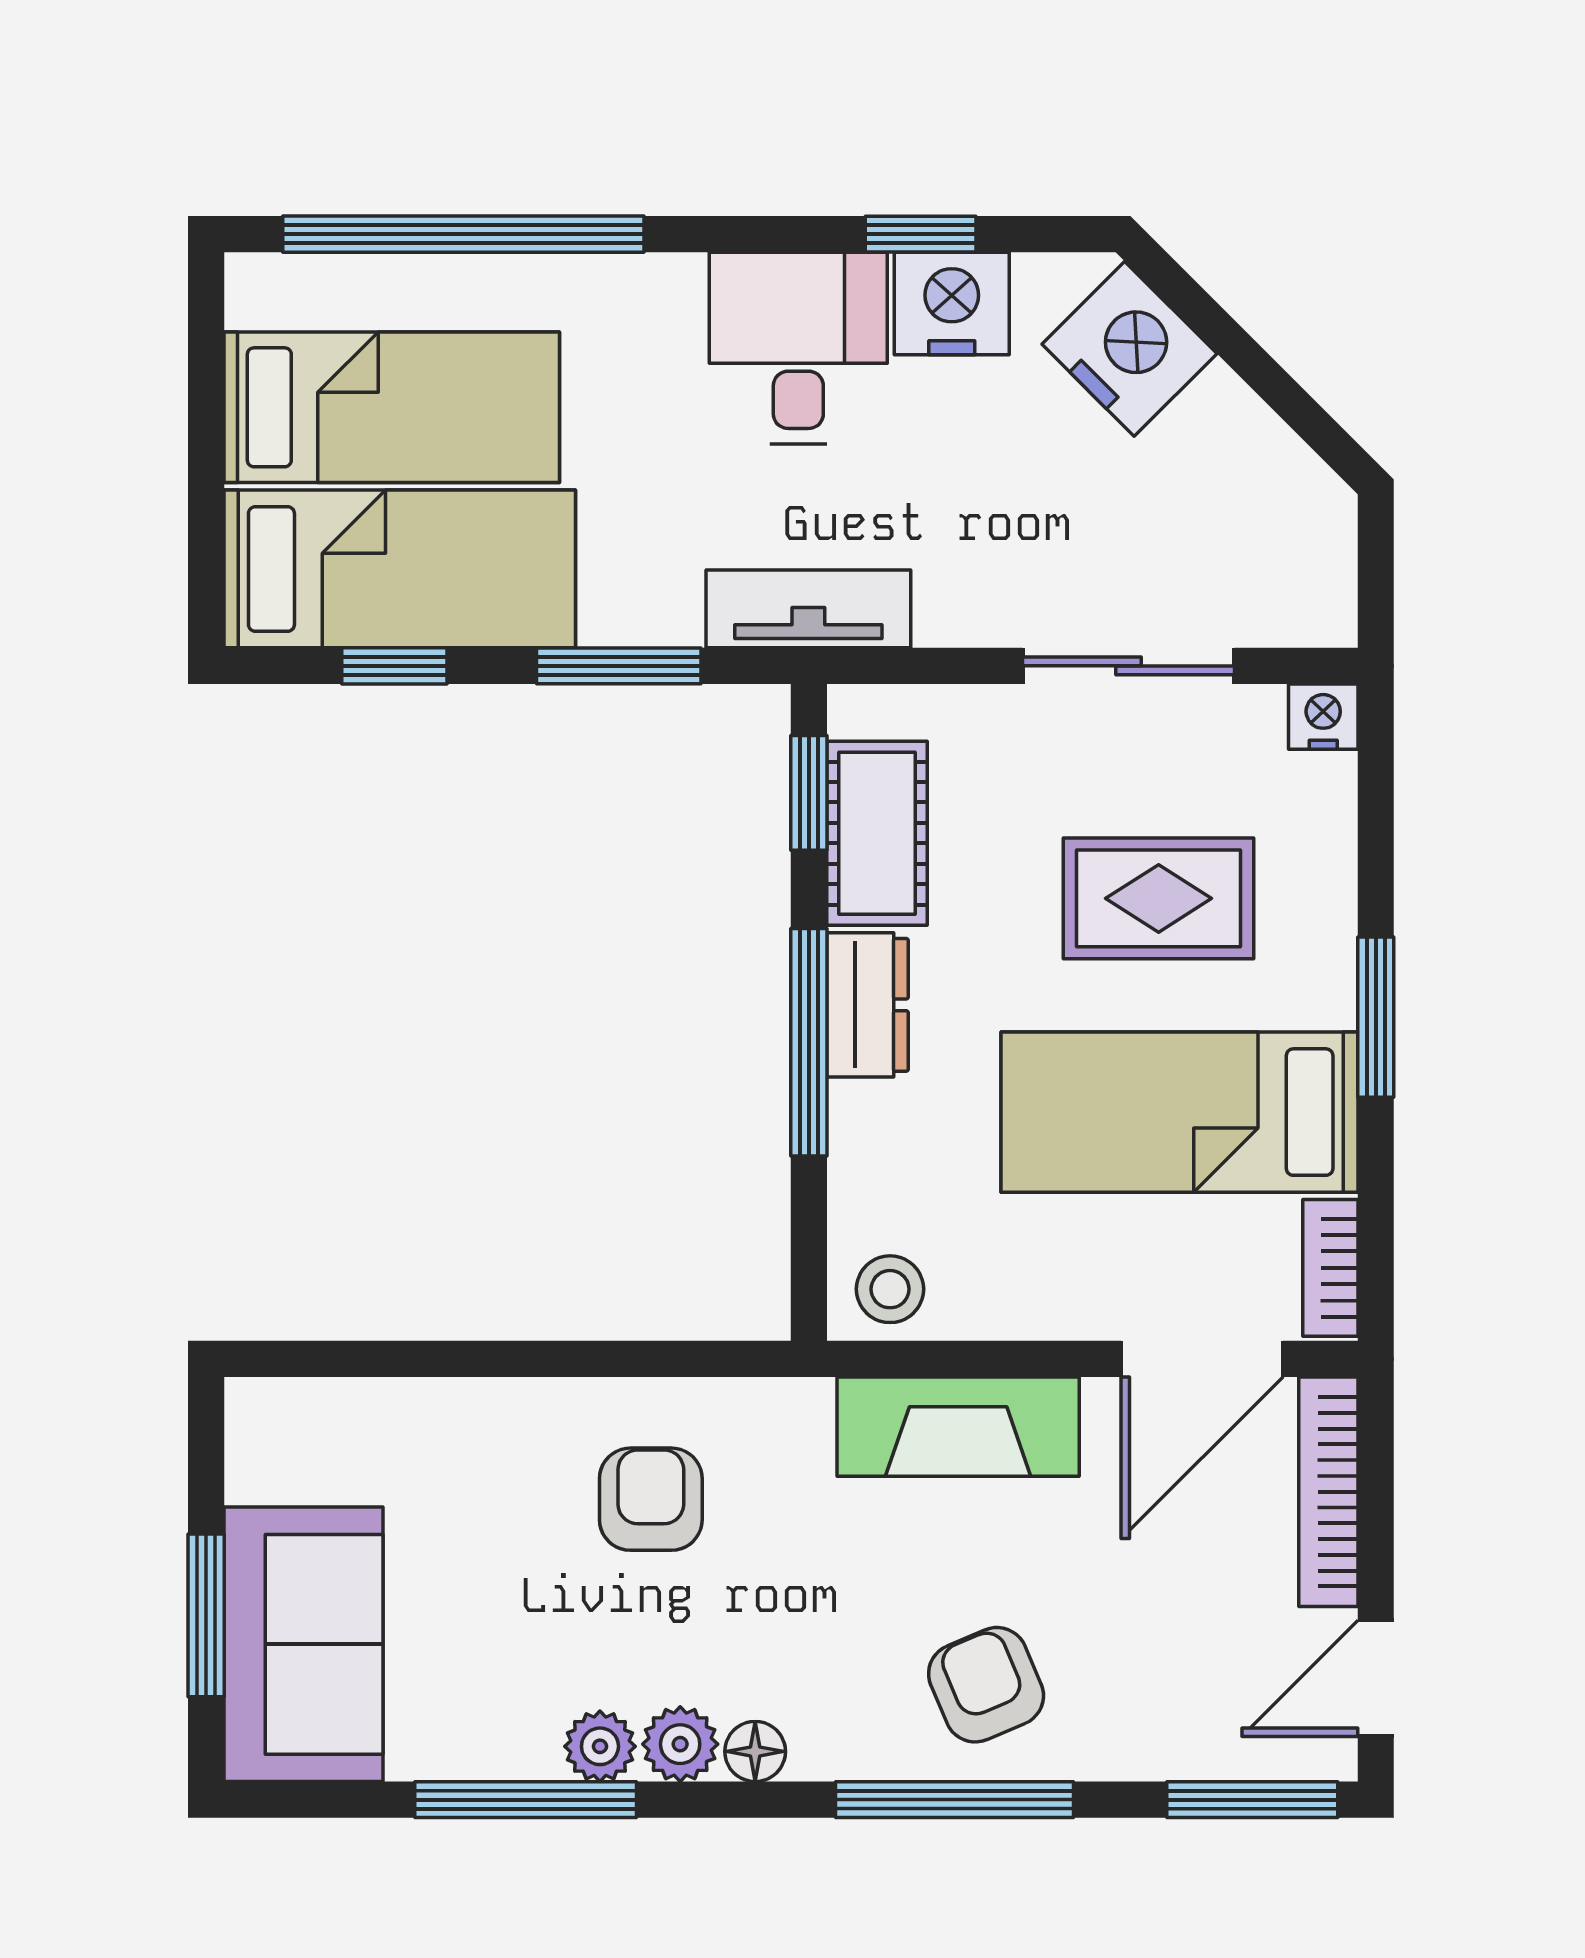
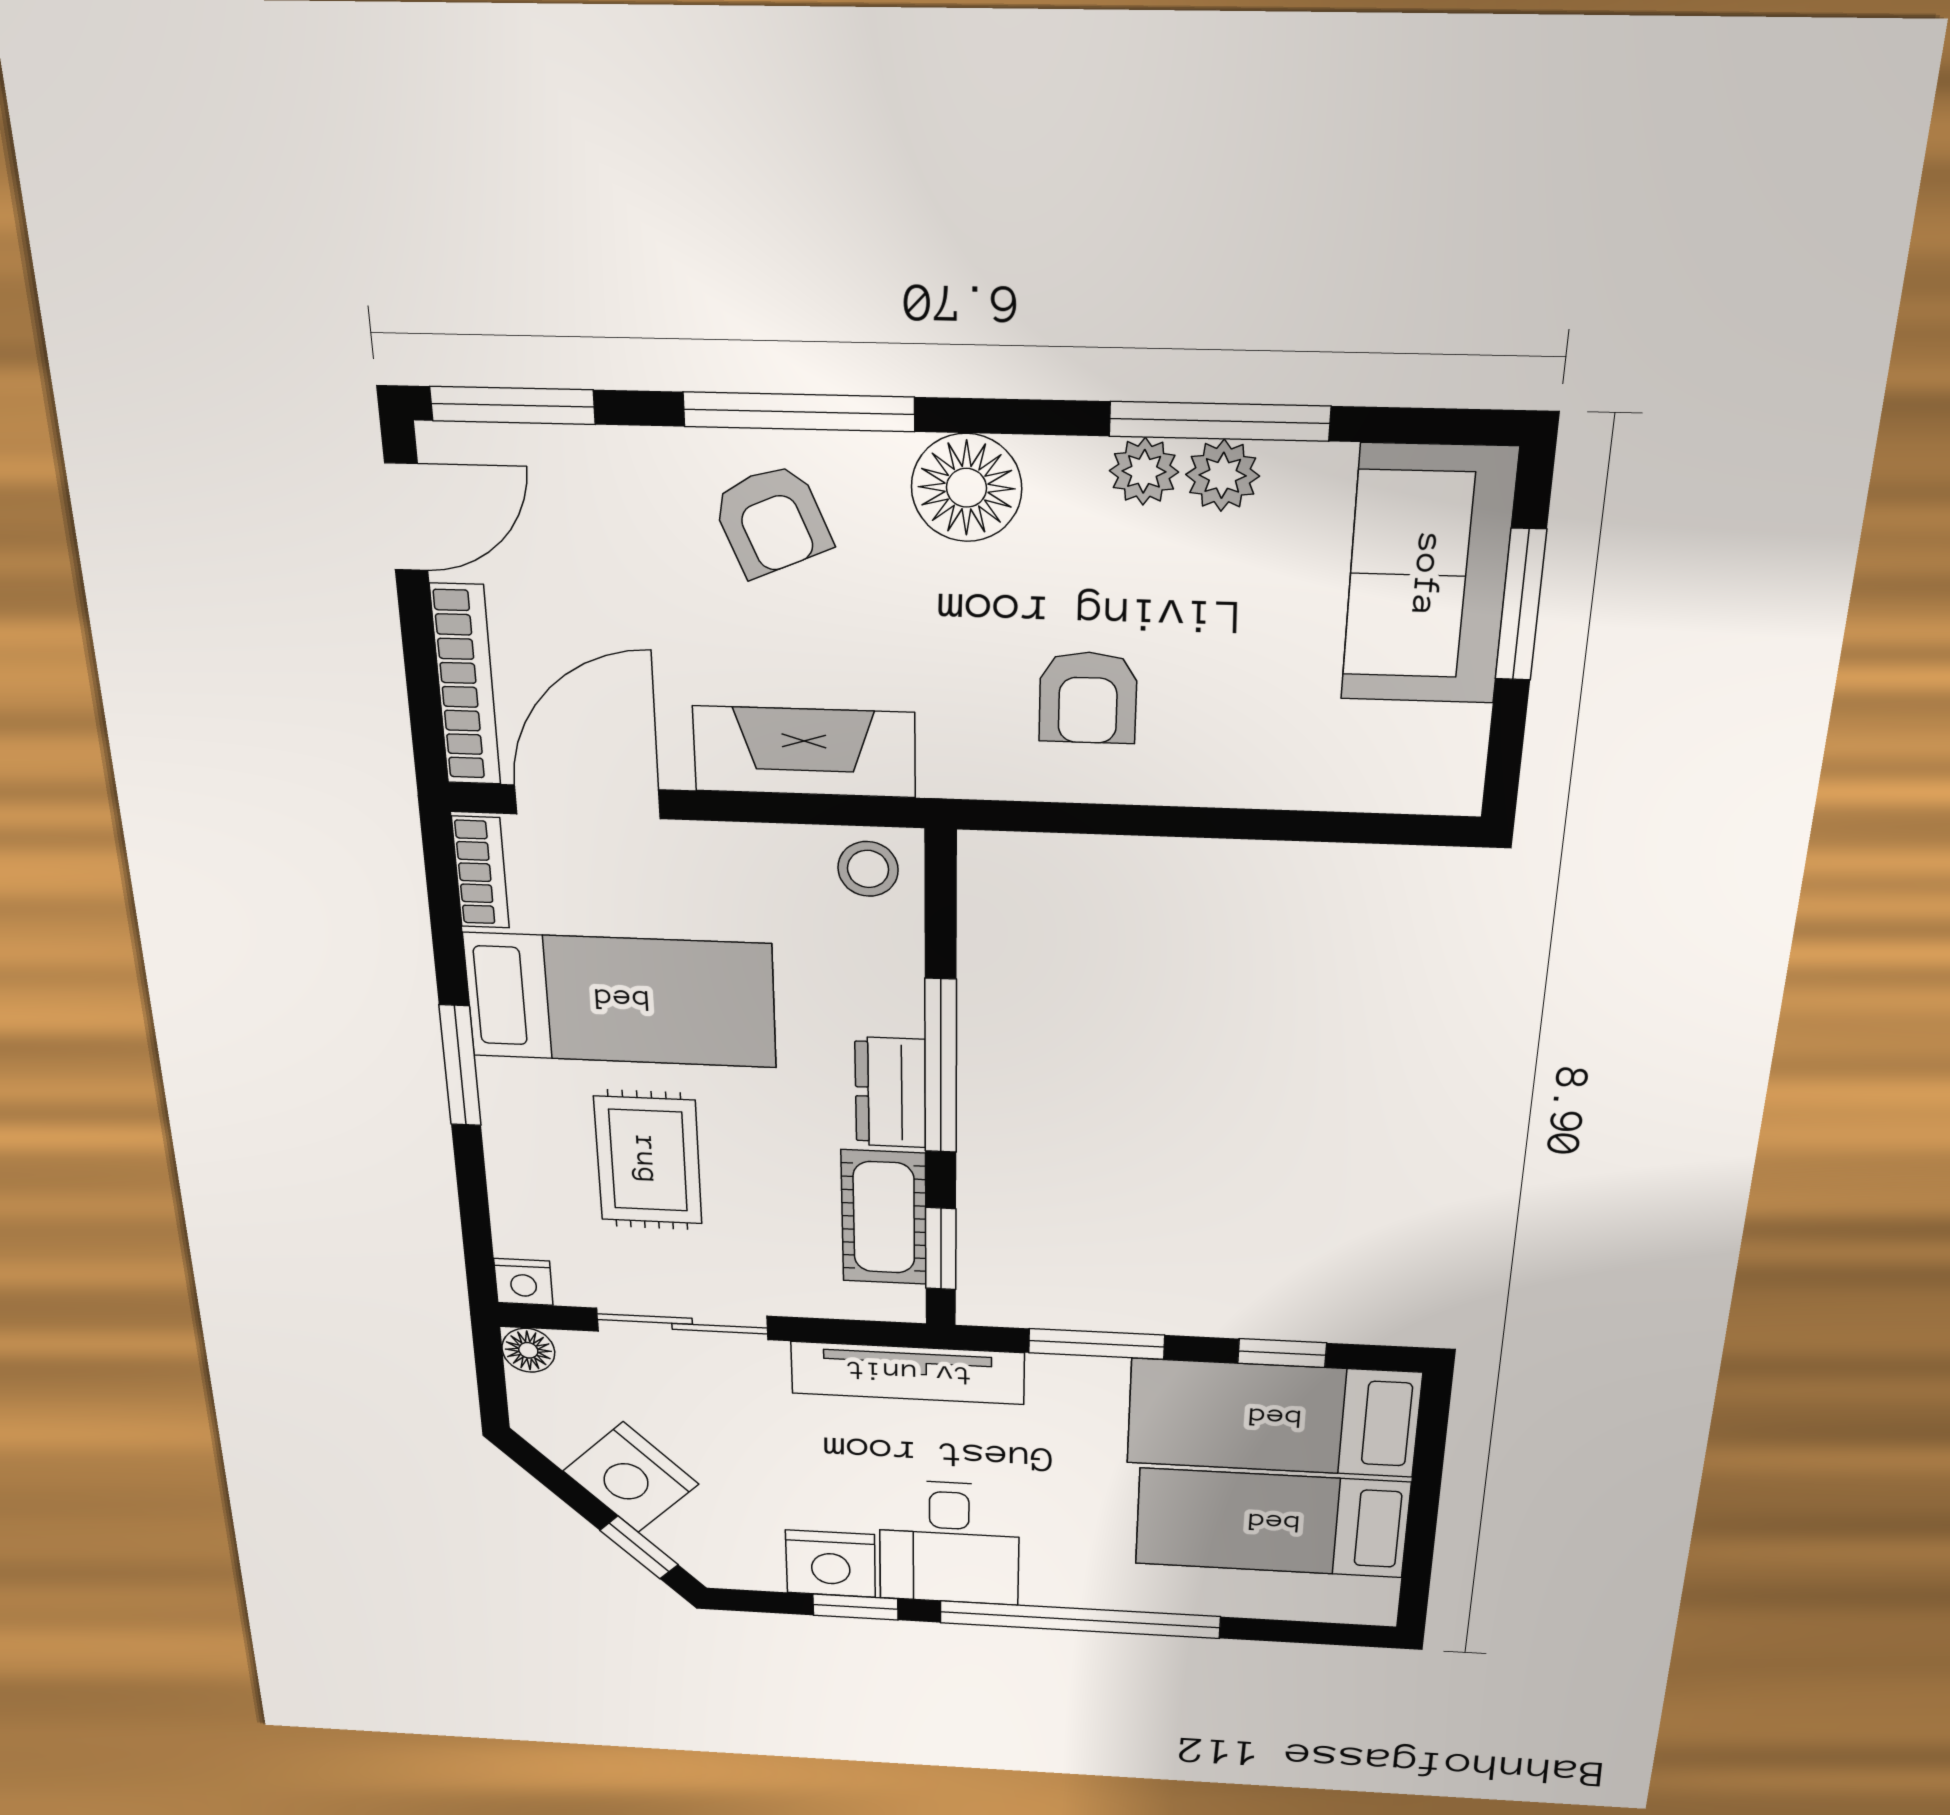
window: (463, 234) -> (1080, 1620), moved
window: (1202, 313) -> (639, 1548), added
nightstand: (1129, 349) -> (631, 1477), moved
tv unit: (808, 609) -> (907, 1373), width x1.41
floor lamp: (1325, 615) -> (528, 1350), added
rug: (1159, 898) -> (648, 1160), turned 90
plant: (680, 1744) -> (1223, 475), moved
floor lamp: (755, 1751) -> (967, 488), width x1.89, depth x1.89

